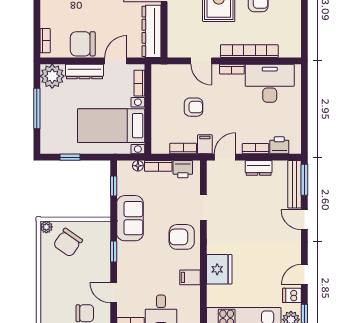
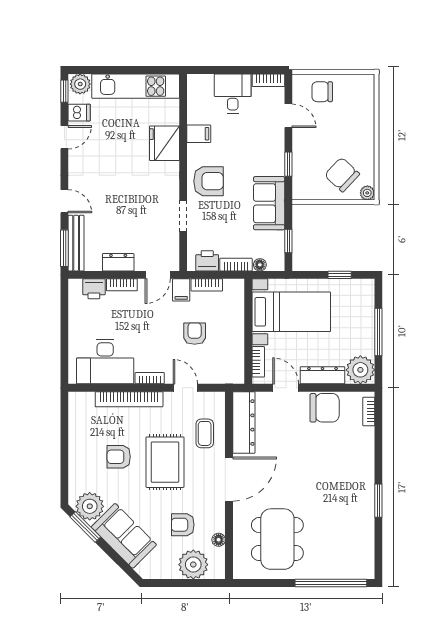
coffee table: (185, 22) -> (205, 433), added
door: (116, 61) -> (286, 388), swing flipped
armchair: (194, 107) -> (195, 334), turned 90
chair: (68, 243) -> (342, 175), turned -82

